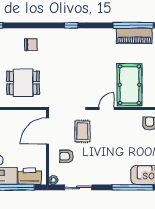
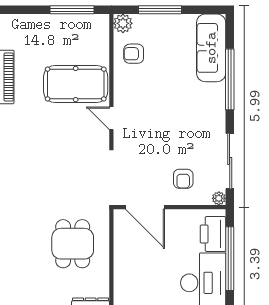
chair: (31, 45) -> (16, 232), removed
rug: (82, 131) -> (146, 155), removed
sliding door: (78, 187) -> (230, 161), width x1.37

